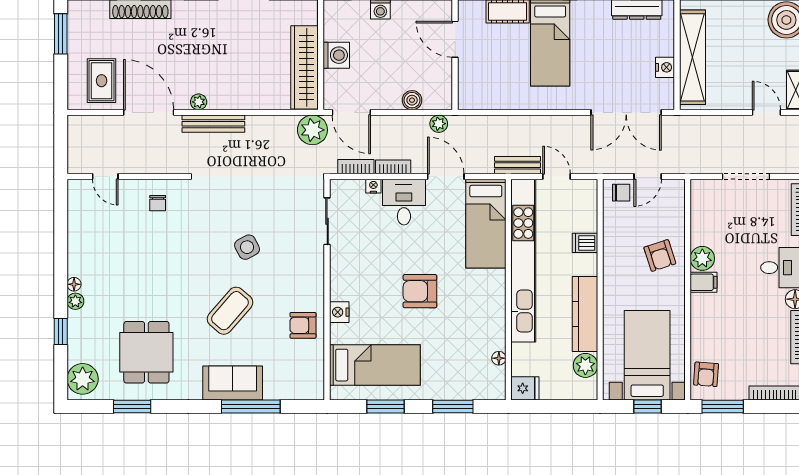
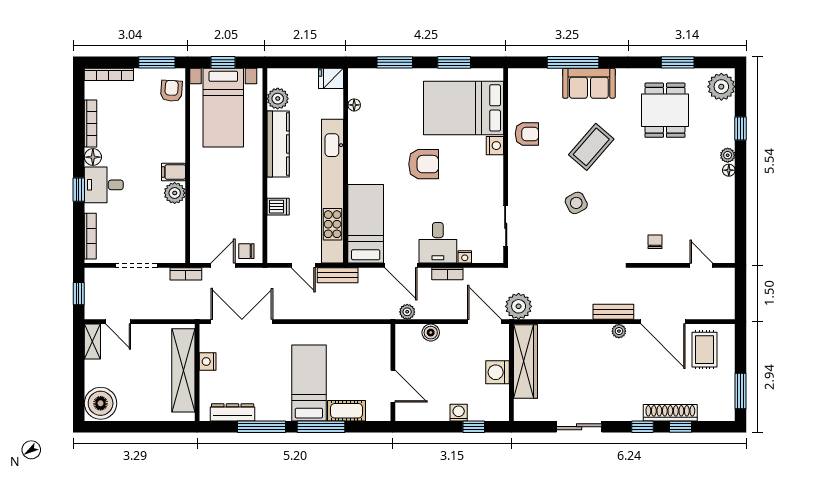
bench: (213, 124) -> (613, 312), width x0.73
bookcase: (356, 167) -> (186, 274), moved
armchair: (660, 255) -> (212, 196), removed
bed: (375, 365) -> (464, 108), width x1.50

